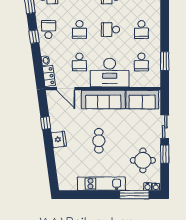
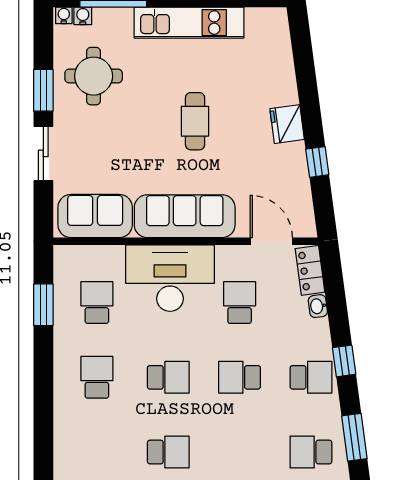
school desk: (48, 30) -> (311, 377), turned -90
school desk: (79, 30) -> (240, 377), turned -90

